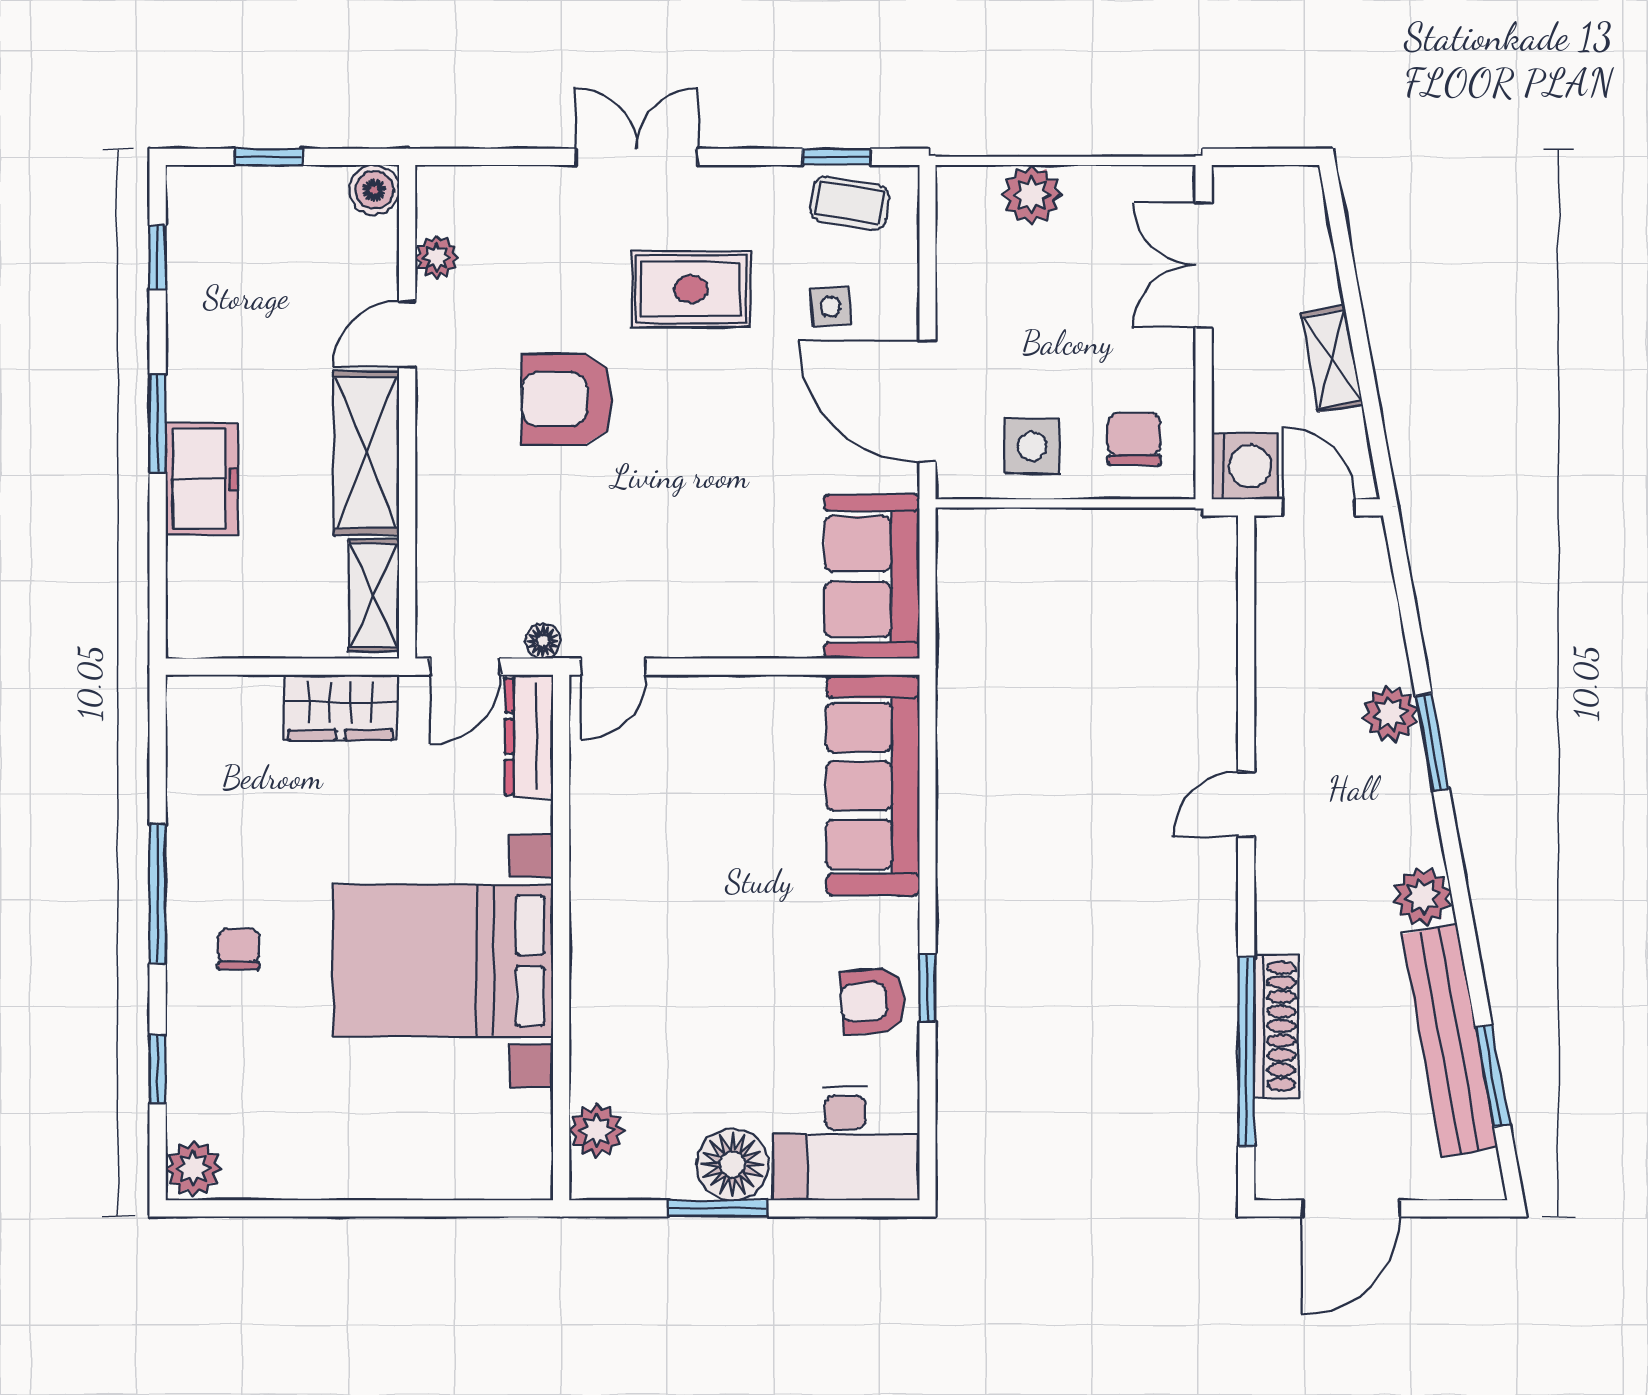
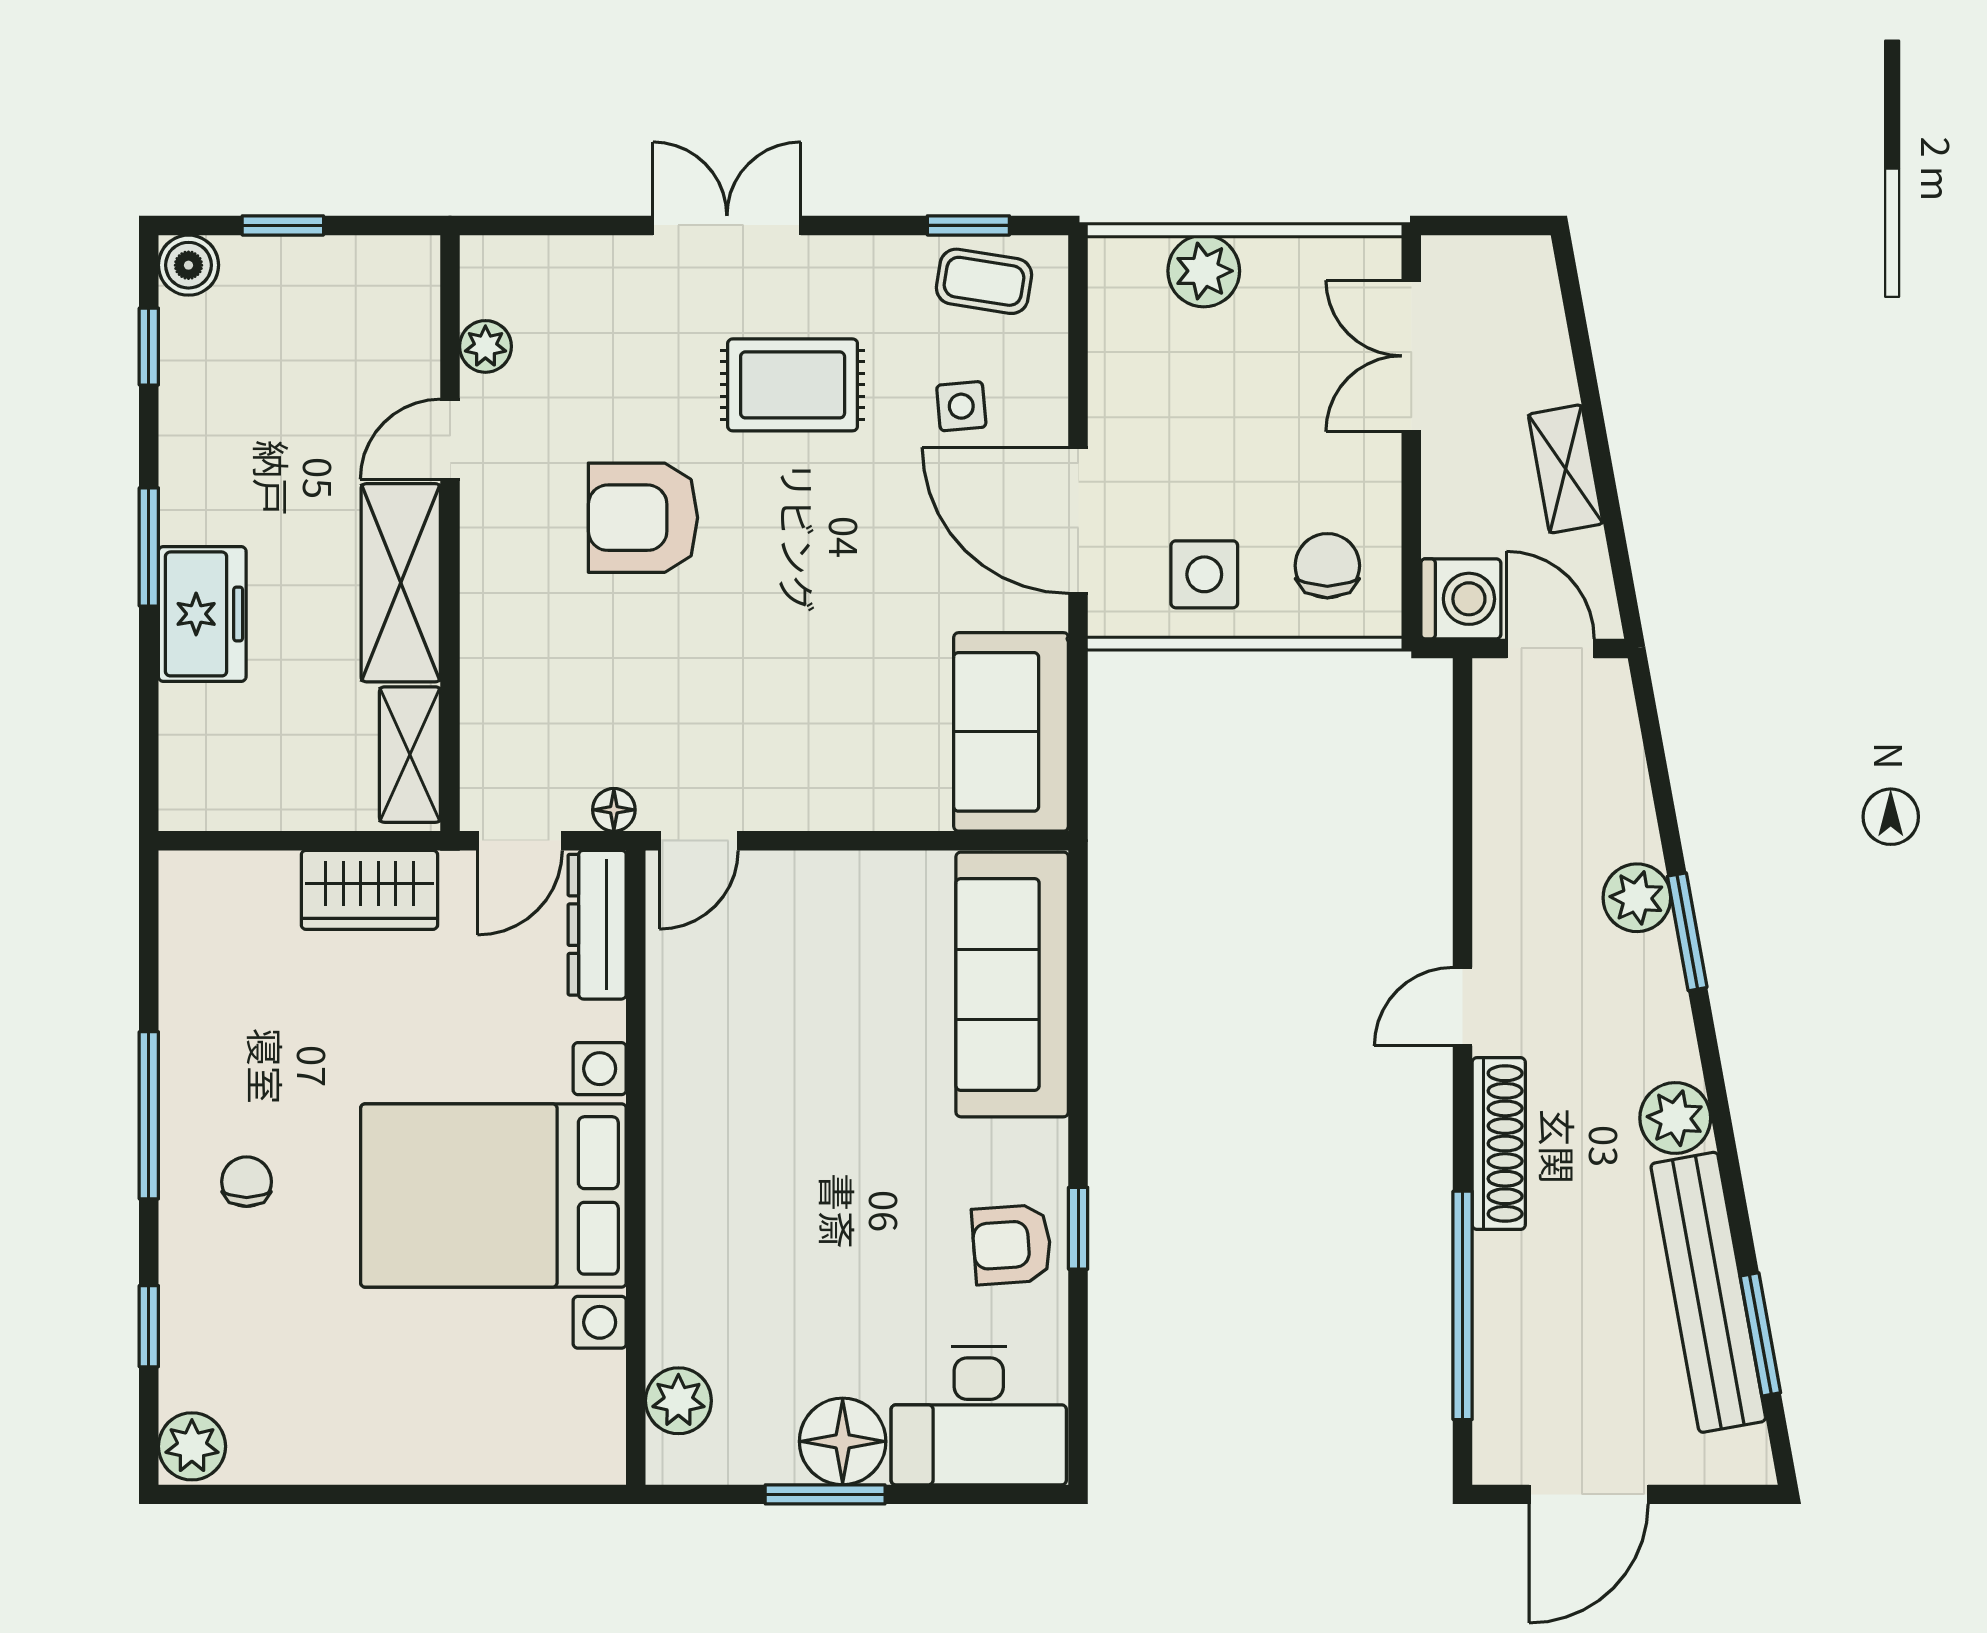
boiler: (374, 190) -> (188, 265), moved
shoe rack: (1276, 1026) -> (1499, 1144), moved

